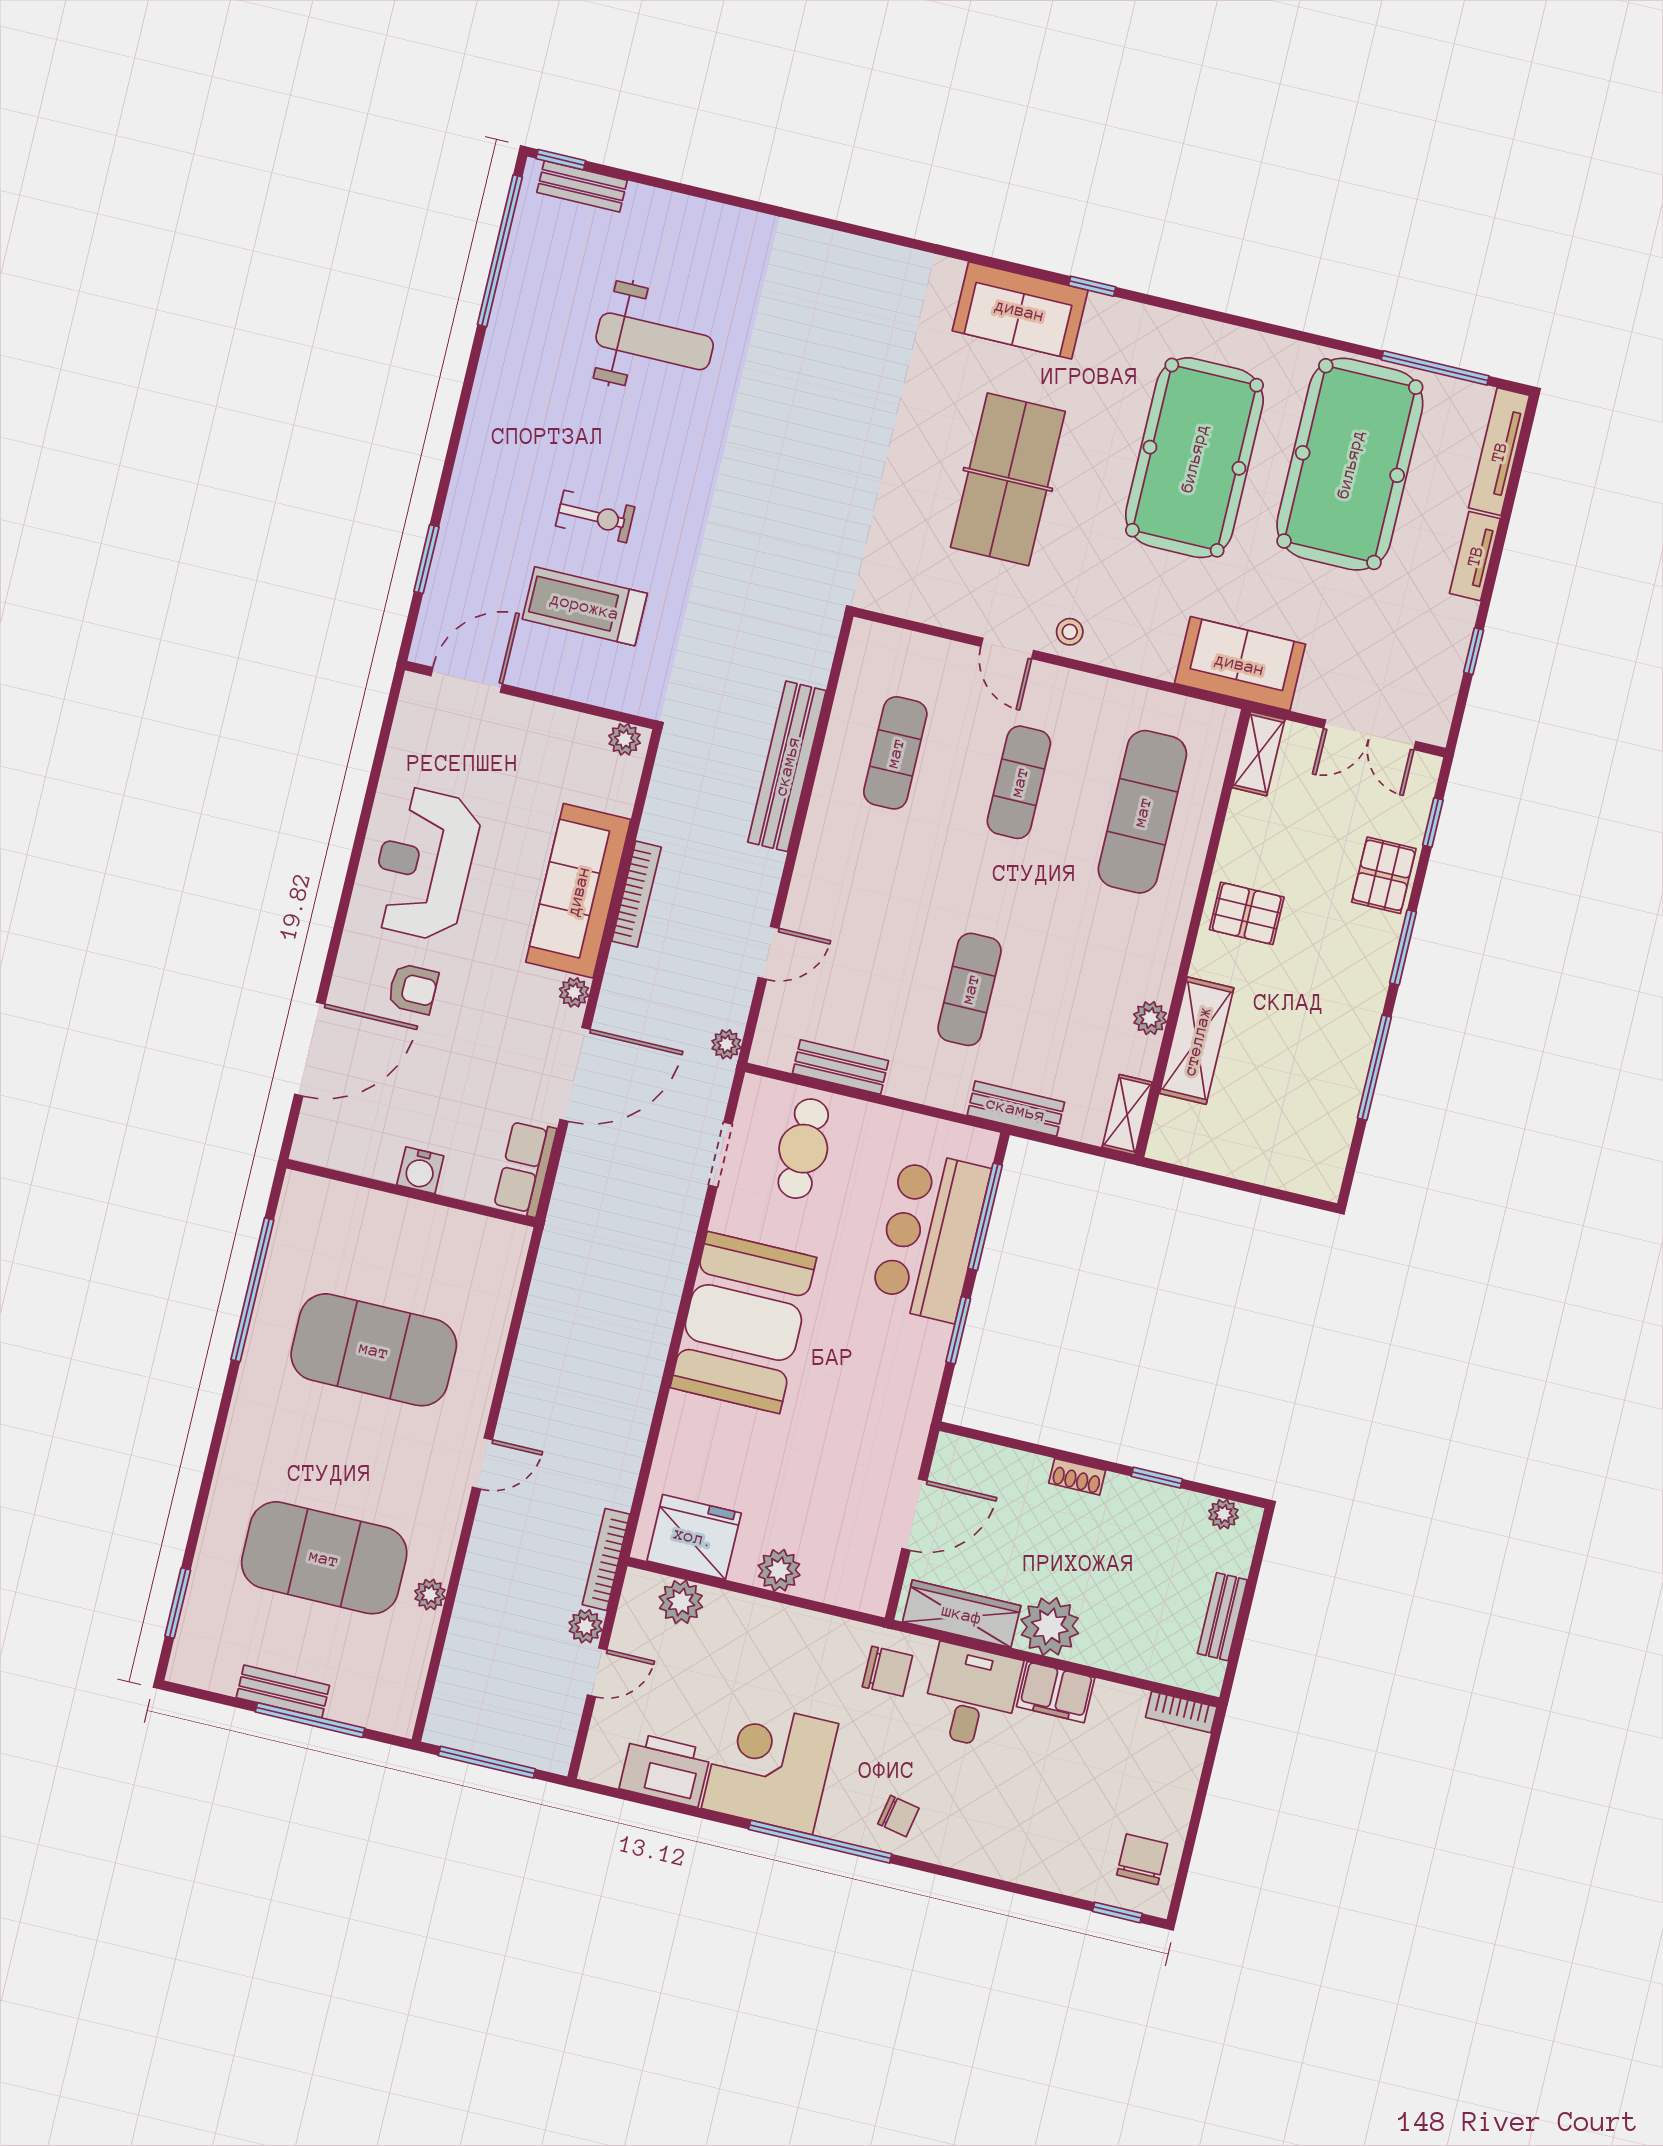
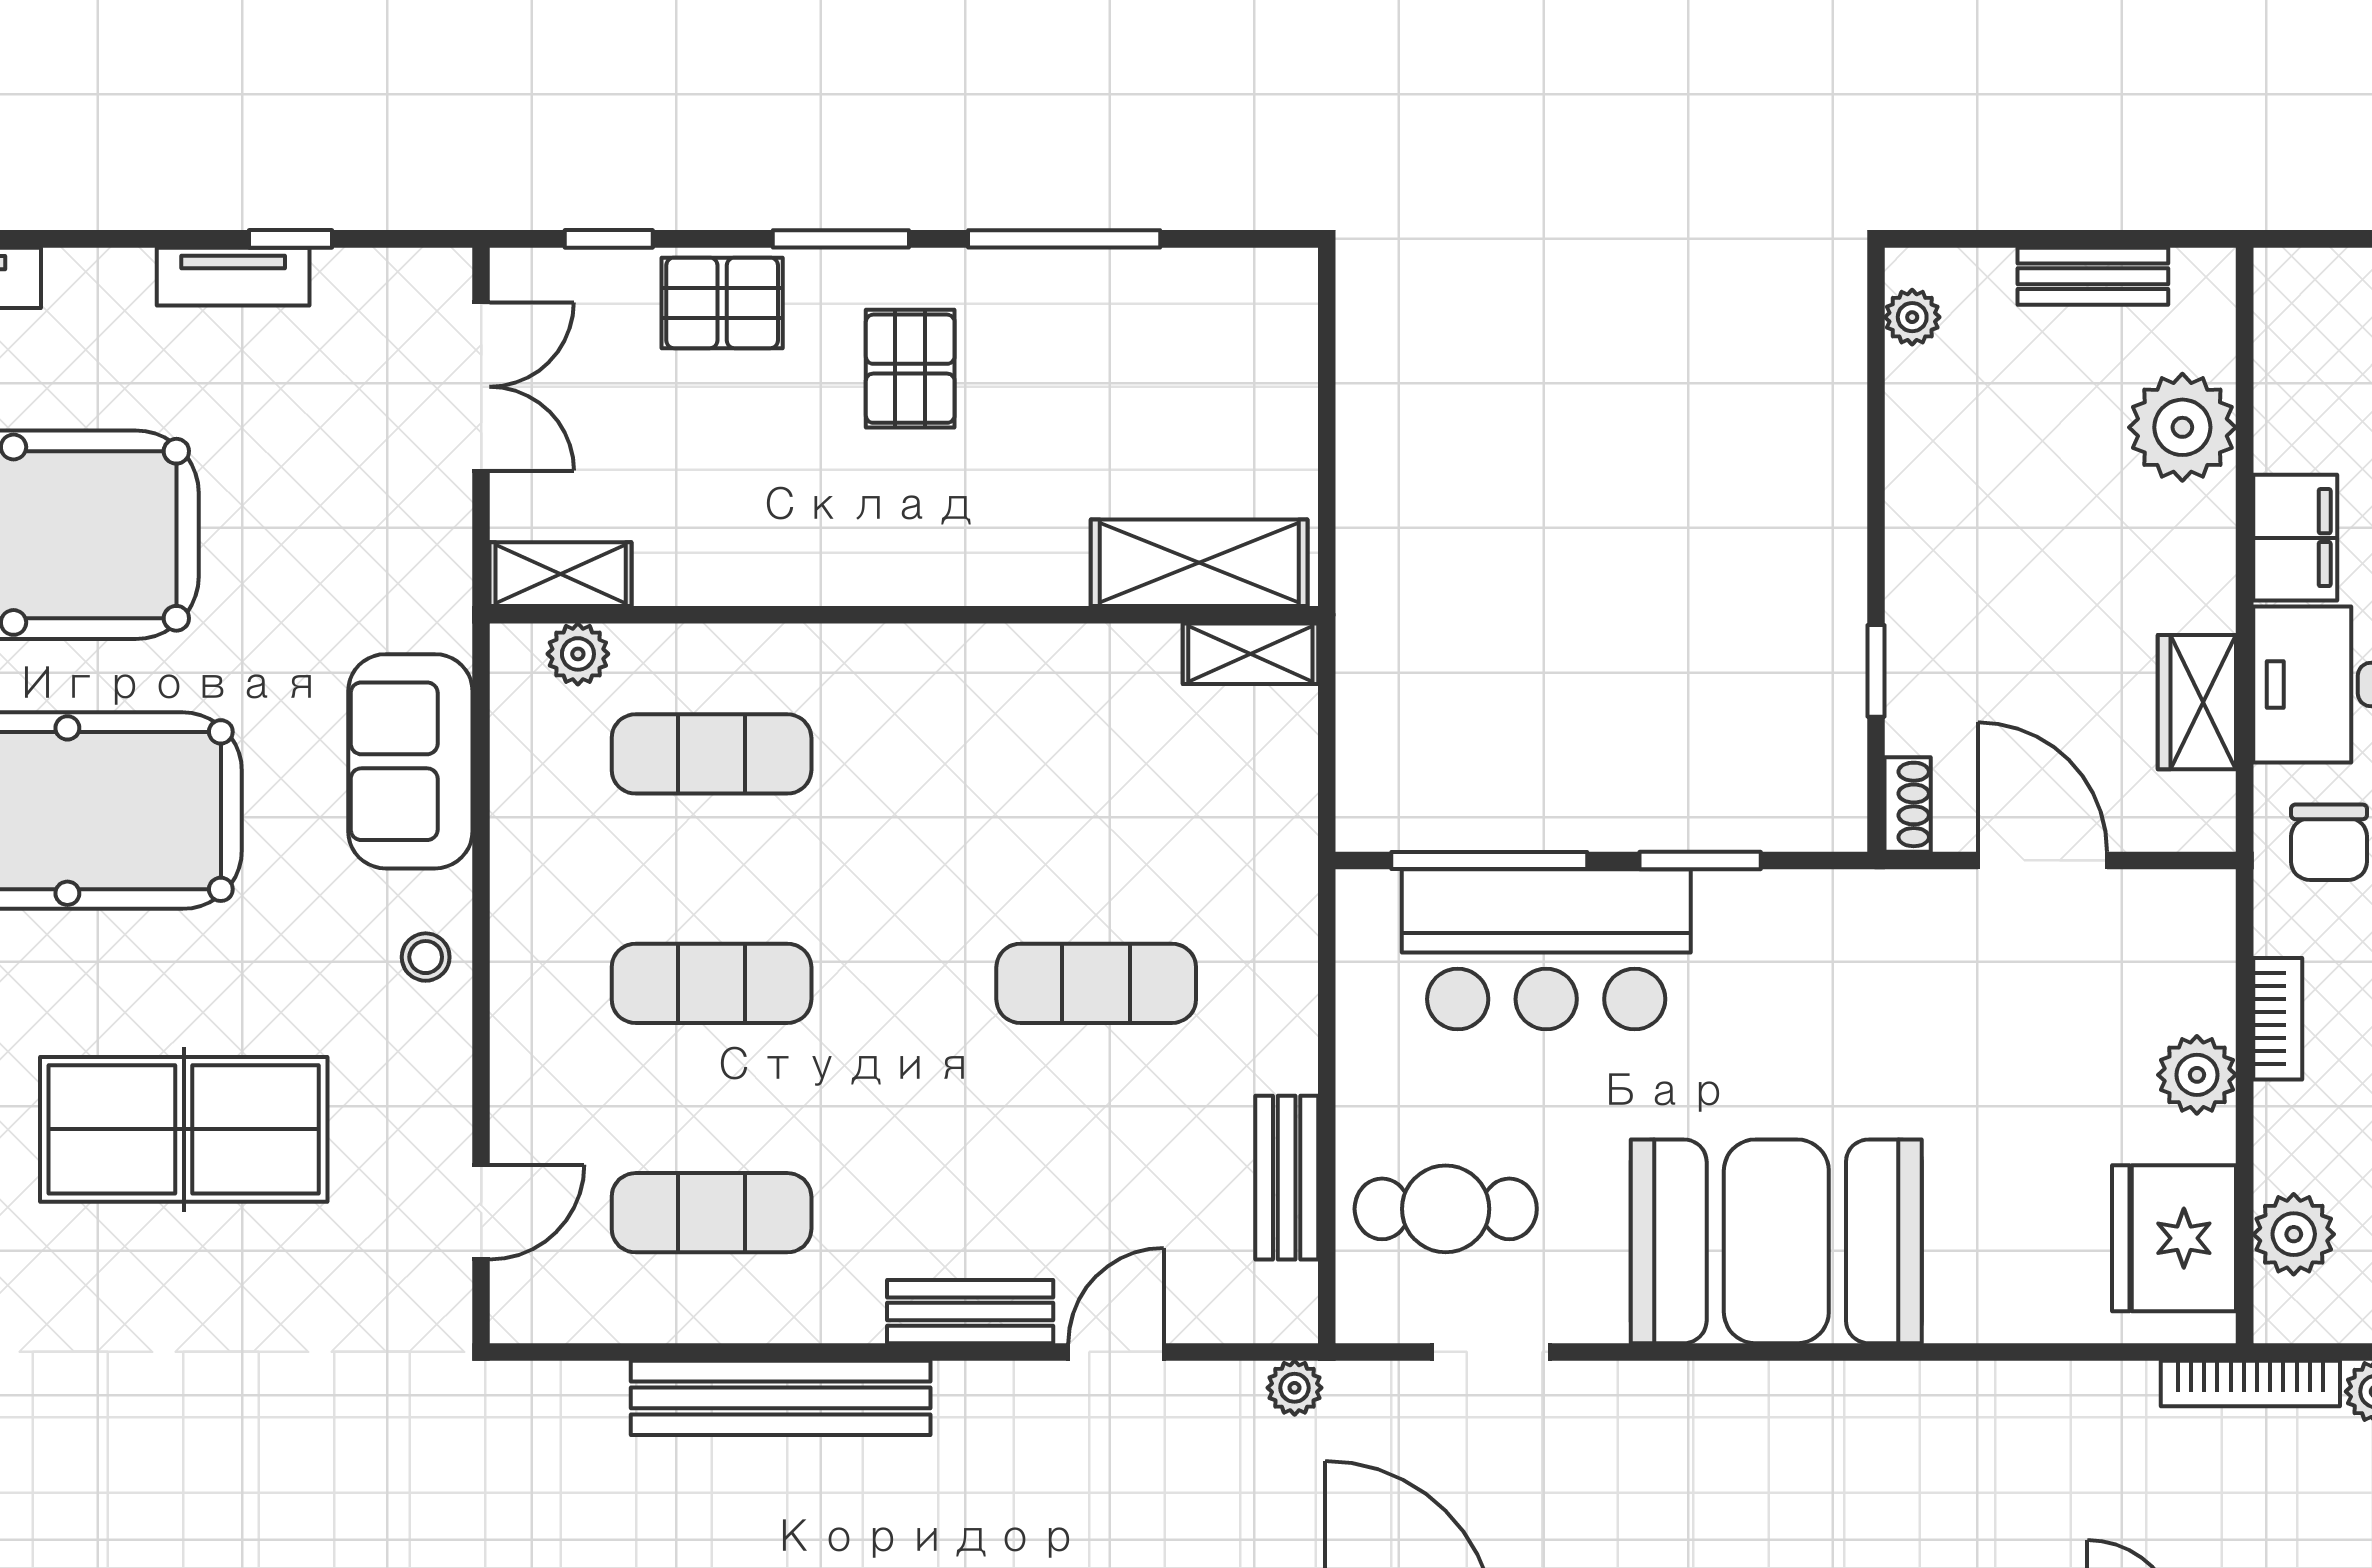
tv unit: (1475, 556) -> (233, 277), moved
door: (1007, 648) -> (481, 1212), moved
sofa: (1240, 664) -> (410, 761), moved
exercise mat: (1142, 812) -> (712, 754), width x0.73, depth x0.69
pallet: (1247, 913) -> (910, 369), moved
door: (768, 953) -> (1116, 1352), hinge flipped
plant: (1150, 1018) -> (578, 654), moved
shelving: (1197, 1041) -> (1199, 563), moved
bench: (1016, 1109) -> (970, 1312), moved, turned 90
shoe rack: (1077, 1477) -> (1908, 804), moved
window: (1157, 1478) -> (1876, 671), moved
wardrobe: (962, 1614) -> (2197, 702), width x0.67
plant: (1050, 1626) -> (2182, 427), moved
chair: (887, 1671) -> (2329, 842), turned 180
bookcase: (1181, 1712) -> (2278, 1019), moved

